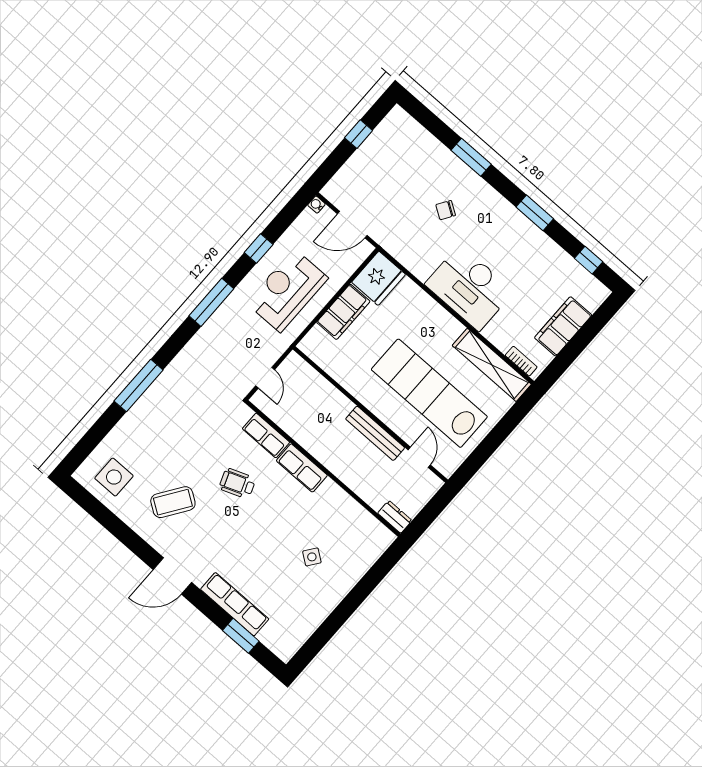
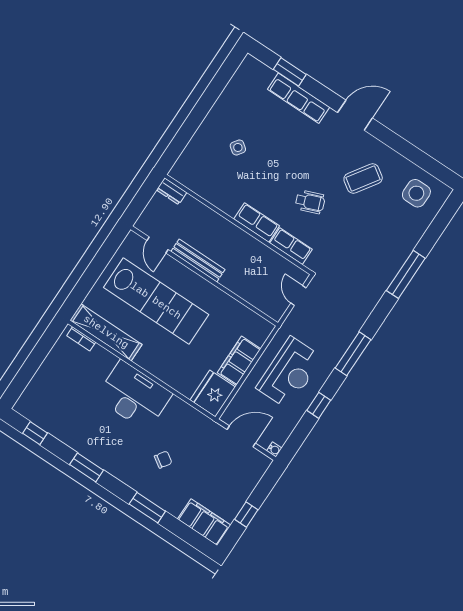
filing cabinet: (563, 326) -> (204, 522), moved, turned -90

